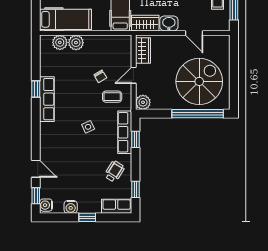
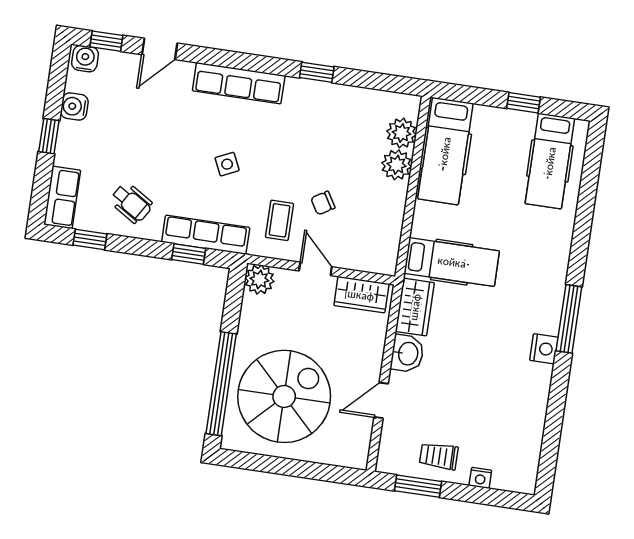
spiral stairs: (199, 81) -> (284, 396), turned -90
row of seats: (47, 99) -> (239, 83), moved

